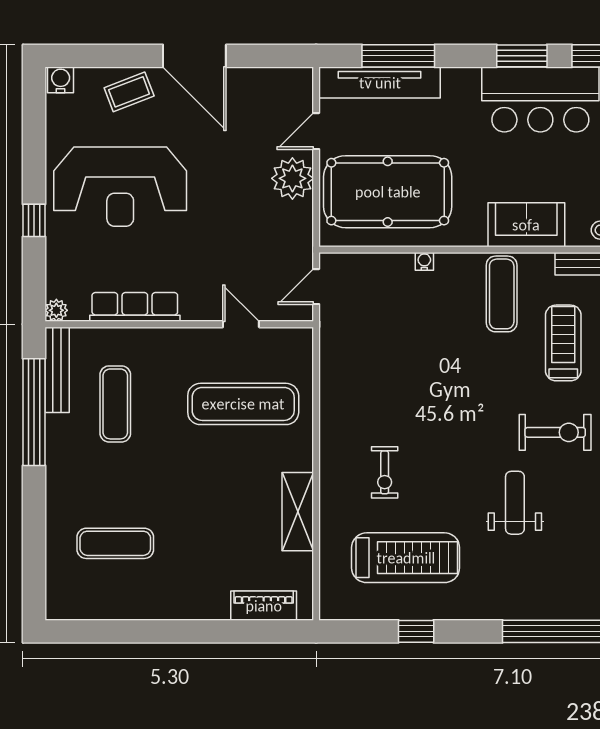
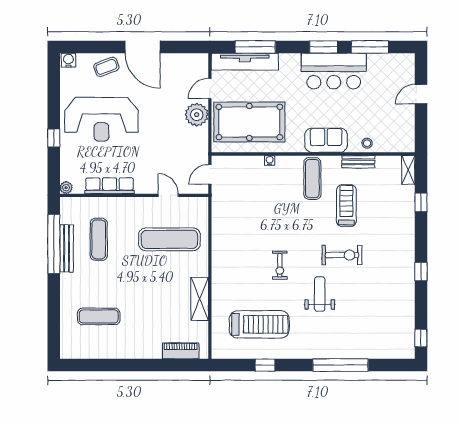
bench: (57, 370) -> (67, 248), moved
exercise bike: (385, 472) -> (280, 265), moved

